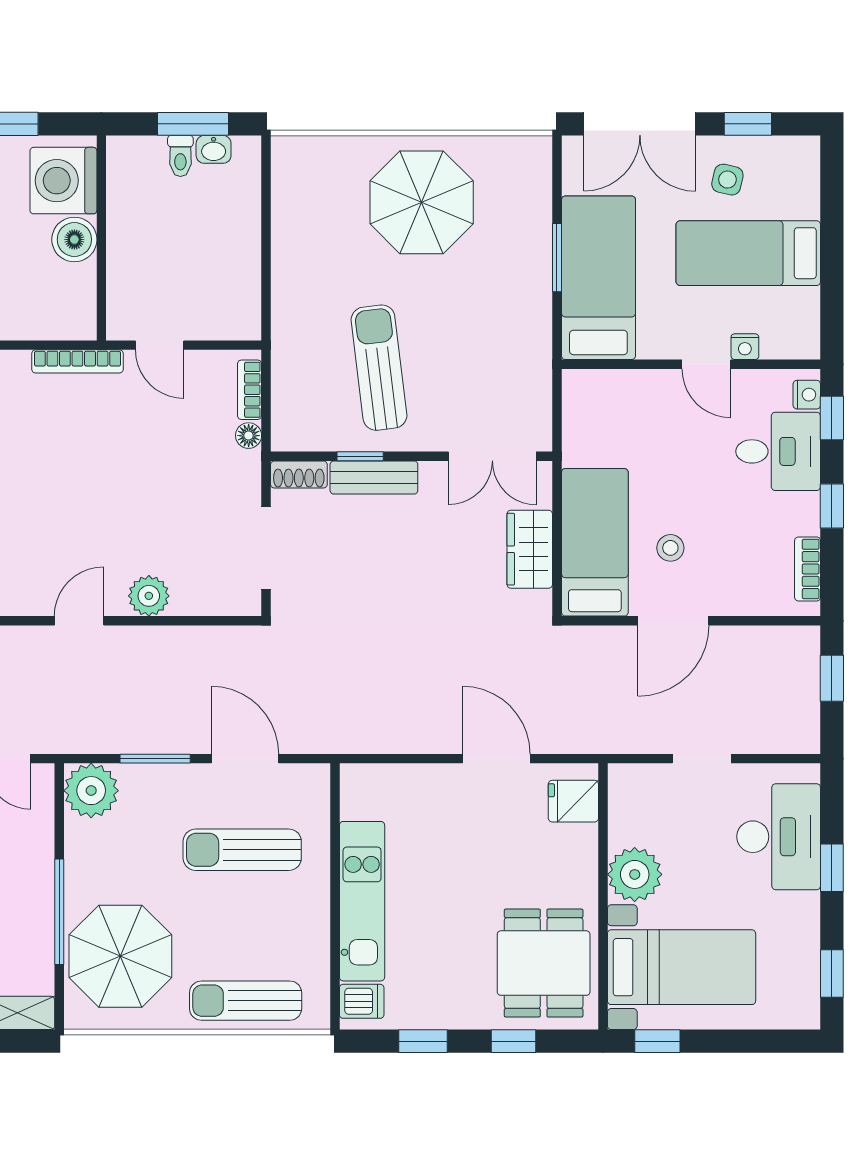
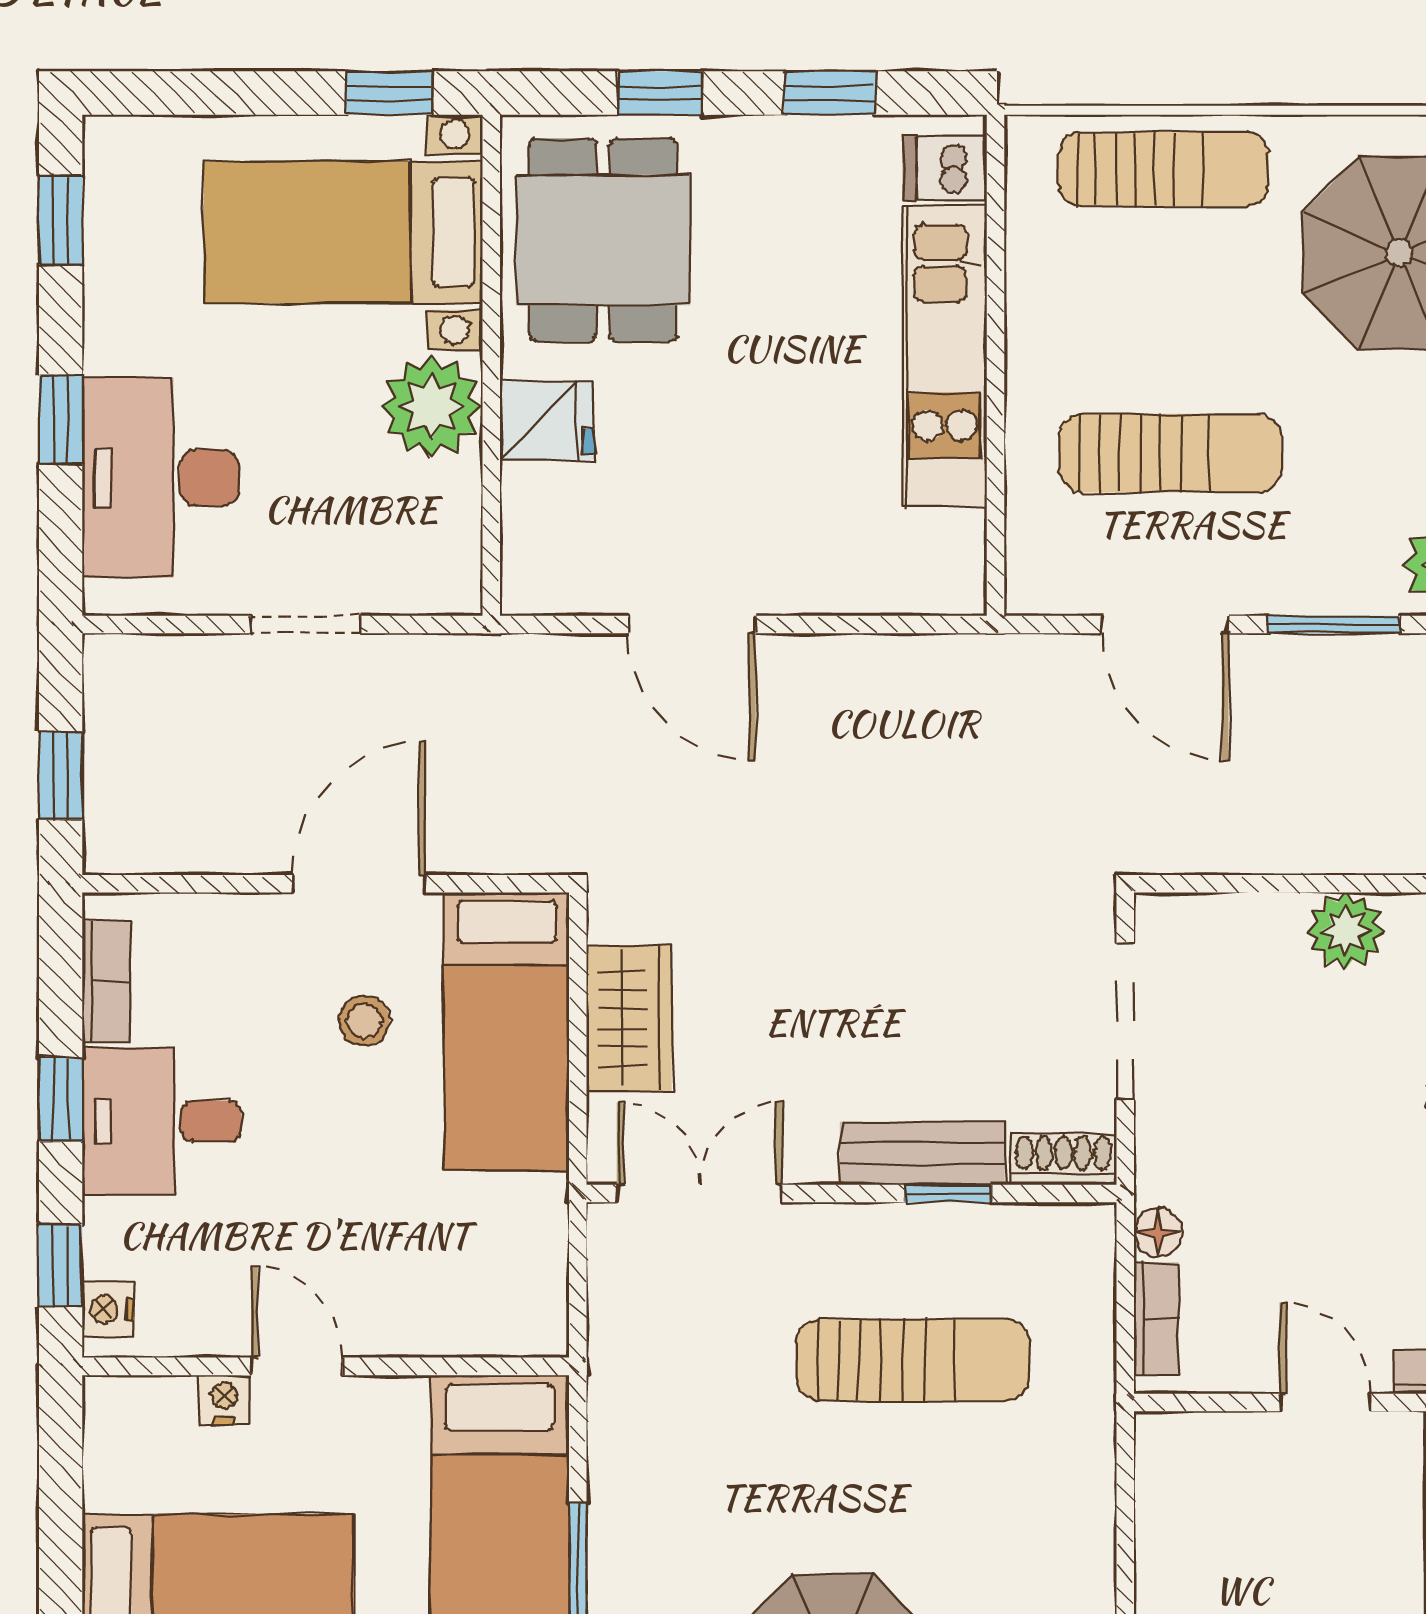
sun lounger: (379, 368) -> (913, 1360), turned -83
desk: (778, 451) -> (162, 1121), moved
fridge: (573, 801) -> (547, 421), moved

